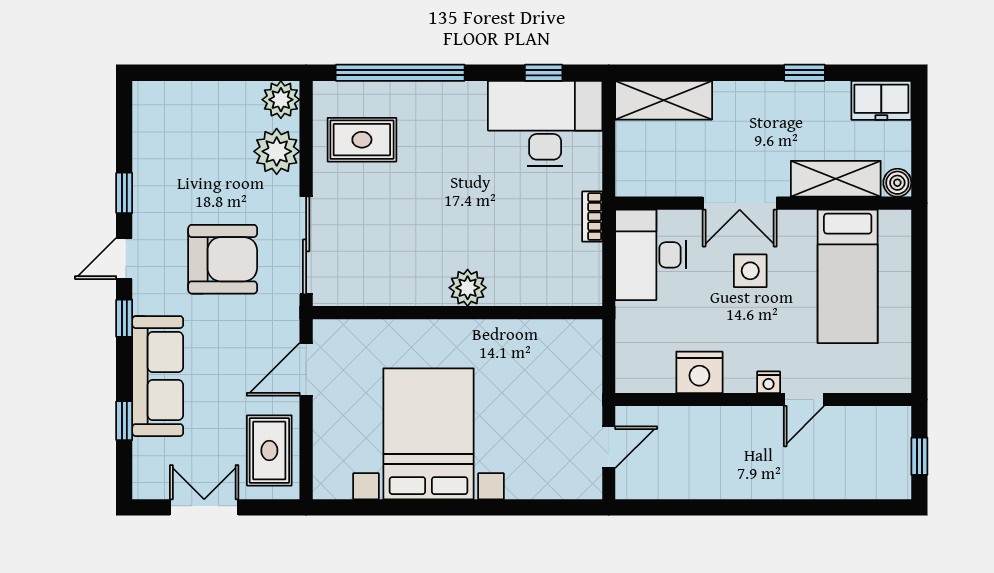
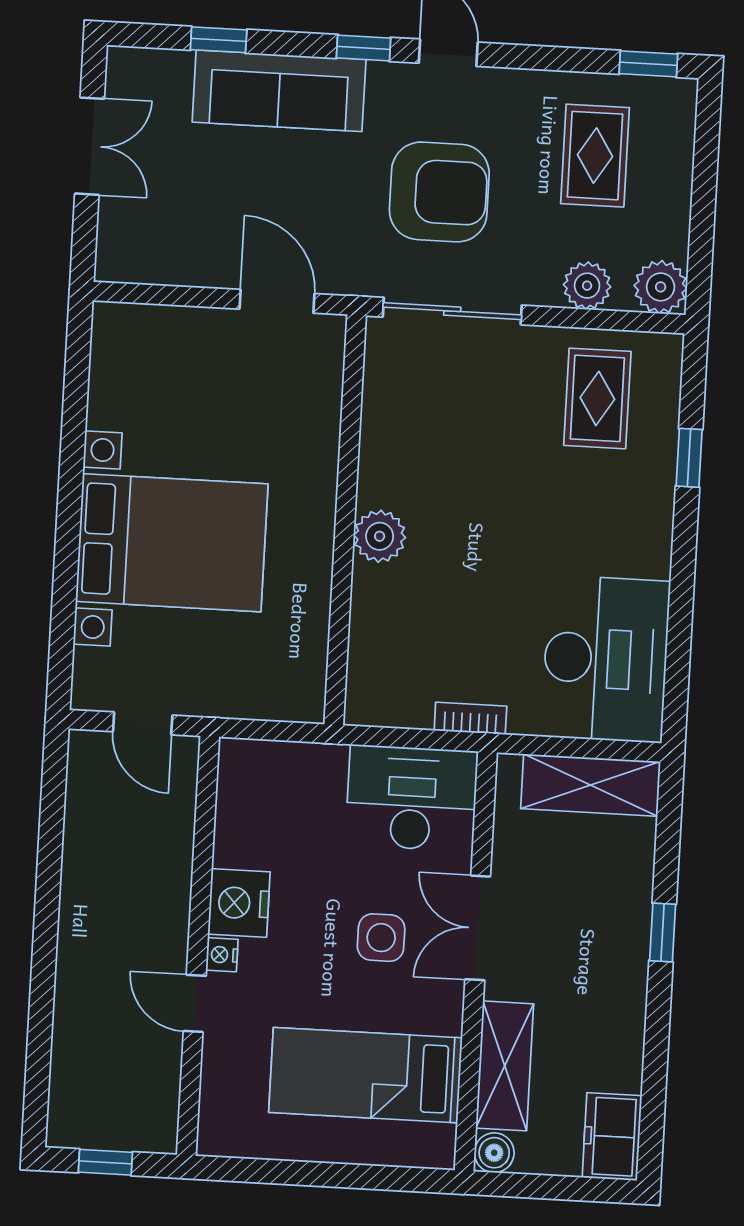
window: (400, 73) -> (689, 458), width x0.32
window: (544, 73) -> (678, 661), removed
window: (805, 73) -> (663, 932), moved
shelving: (664, 100) -> (591, 785), moved, turned 90
plant: (277, 151) -> (587, 286), width x0.73, depth x0.73
window: (124, 193) -> (648, 64), moved
armchair: (223, 259) -> (439, 192), turned -90
nightstand: (699, 372) -> (239, 903), moved
bed with nightstands: (429, 434) -> (172, 543), moved
rug: (269, 450) -> (595, 156), moved, turned 90

